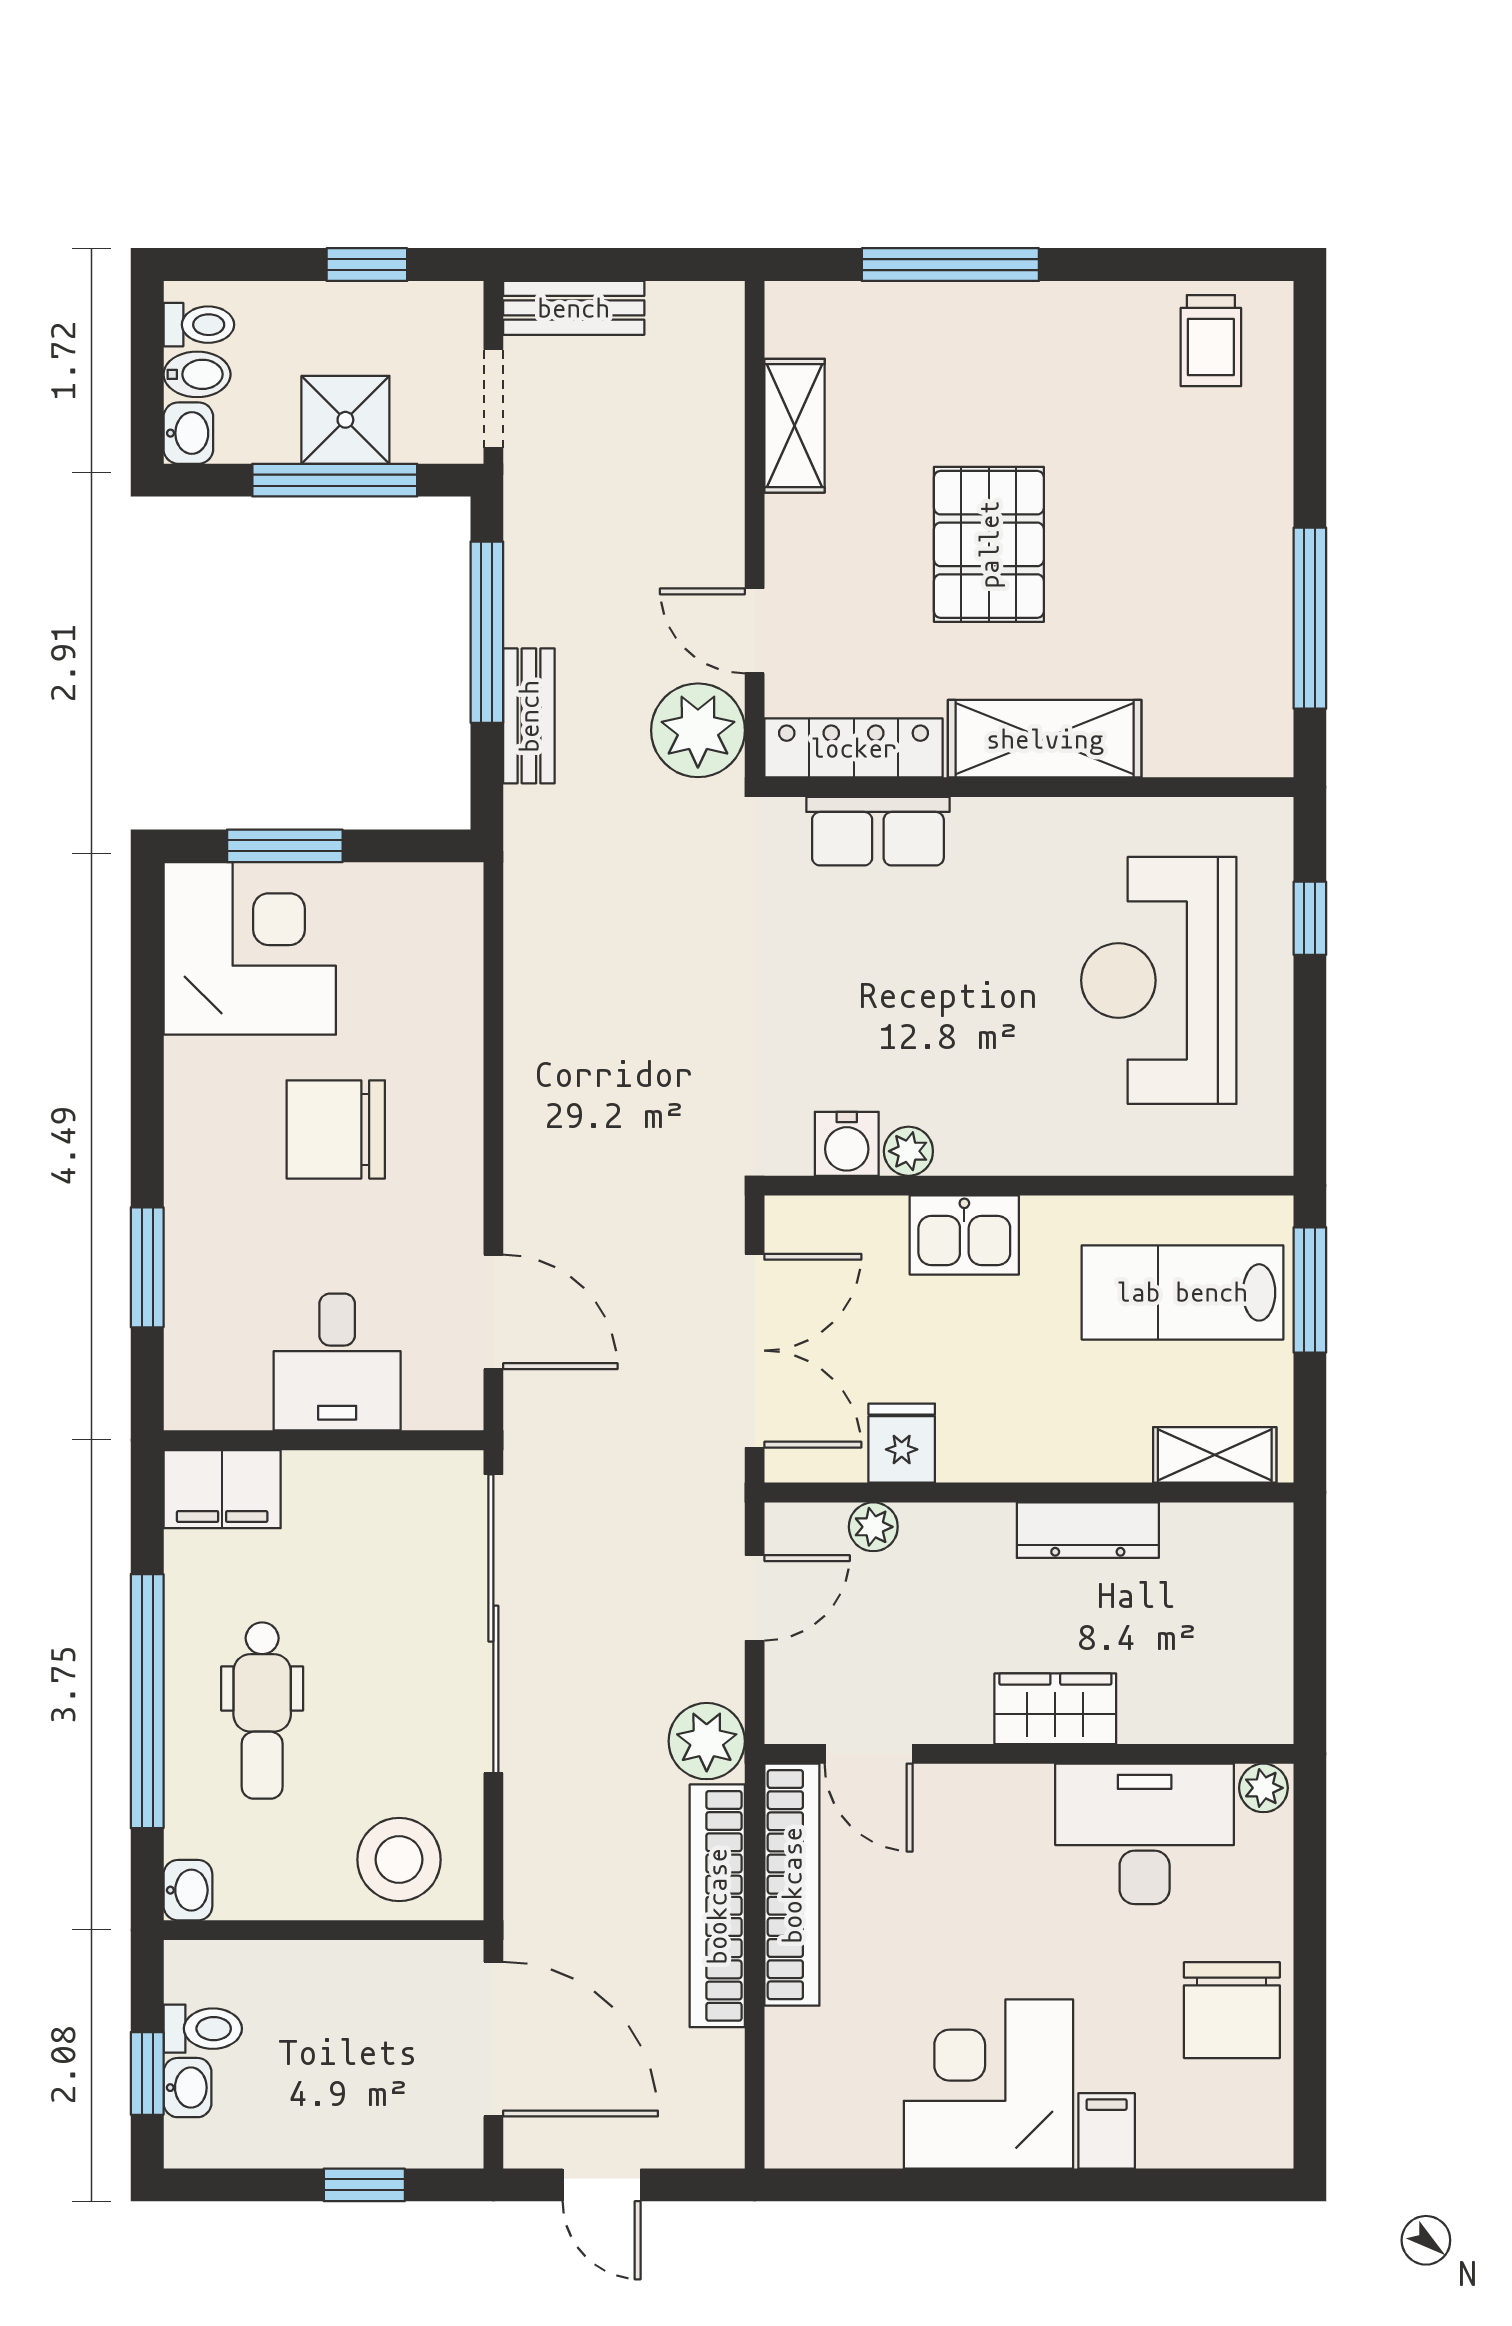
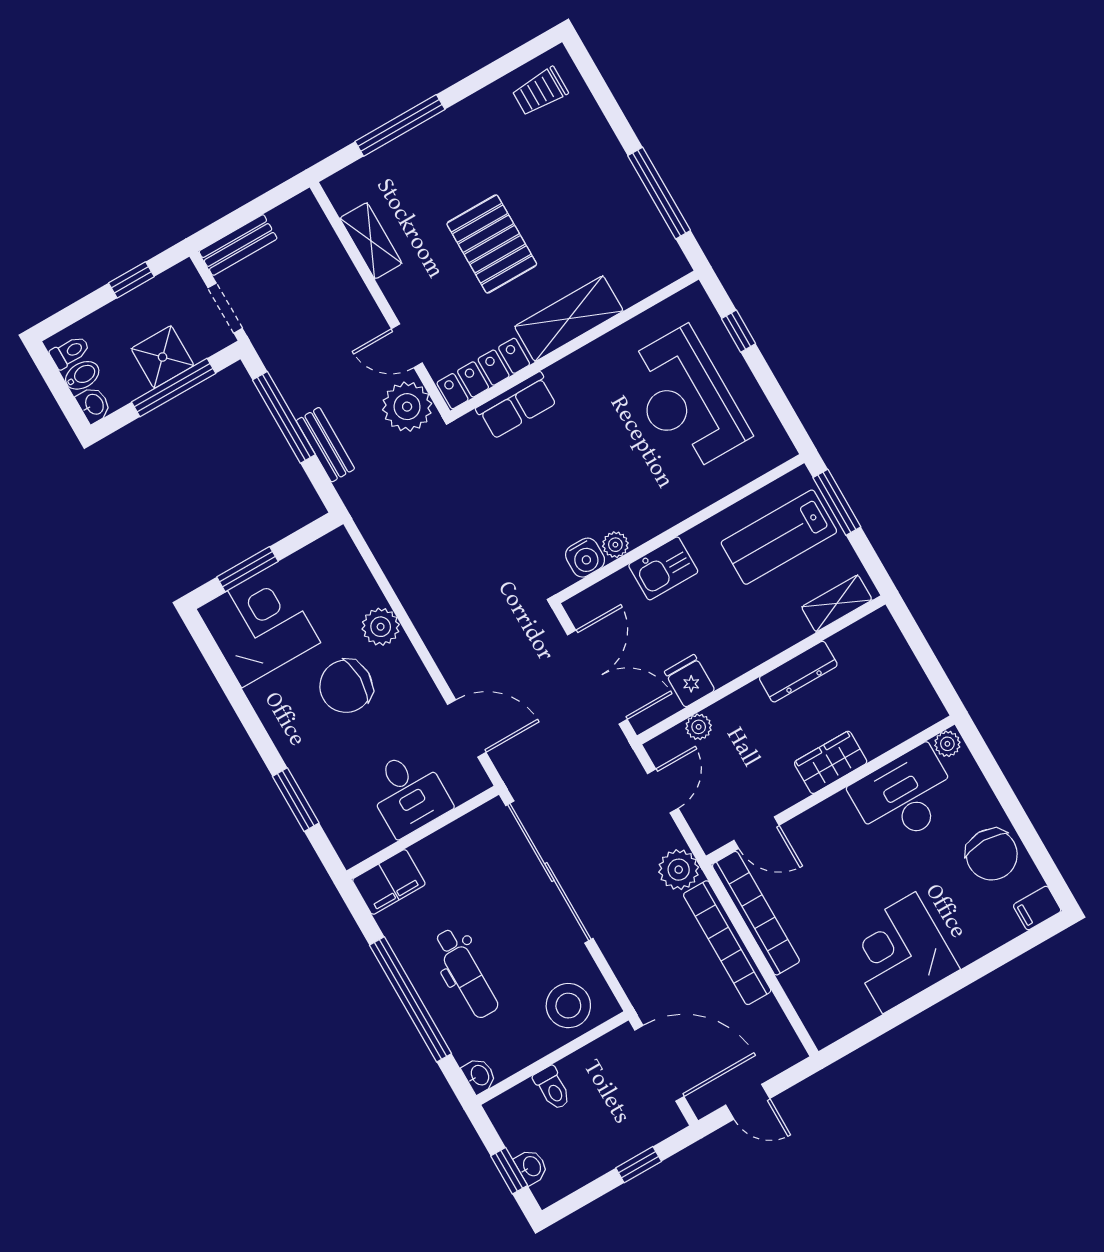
trolley: (1211, 341) -> (540, 91), turned 90
plant: (448, 1065) -> (381, 627), added
toilet: (203, 2029) -> (552, 1088), moved, turned 90
filing cabinet: (1107, 2131) -> (1037, 908), moved, turned -90

